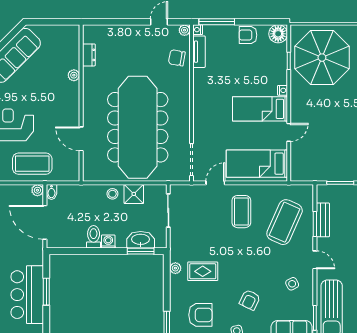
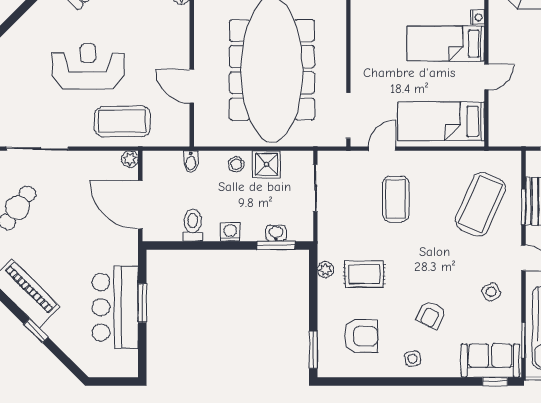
bidet: (51, 192) -> (191, 162), moved
coffee table: (241, 212) -> (396, 199), moved
toilet: (94, 237) -> (193, 225), moved
washbasin: (141, 240) -> (276, 233), width x0.52, depth x0.69

